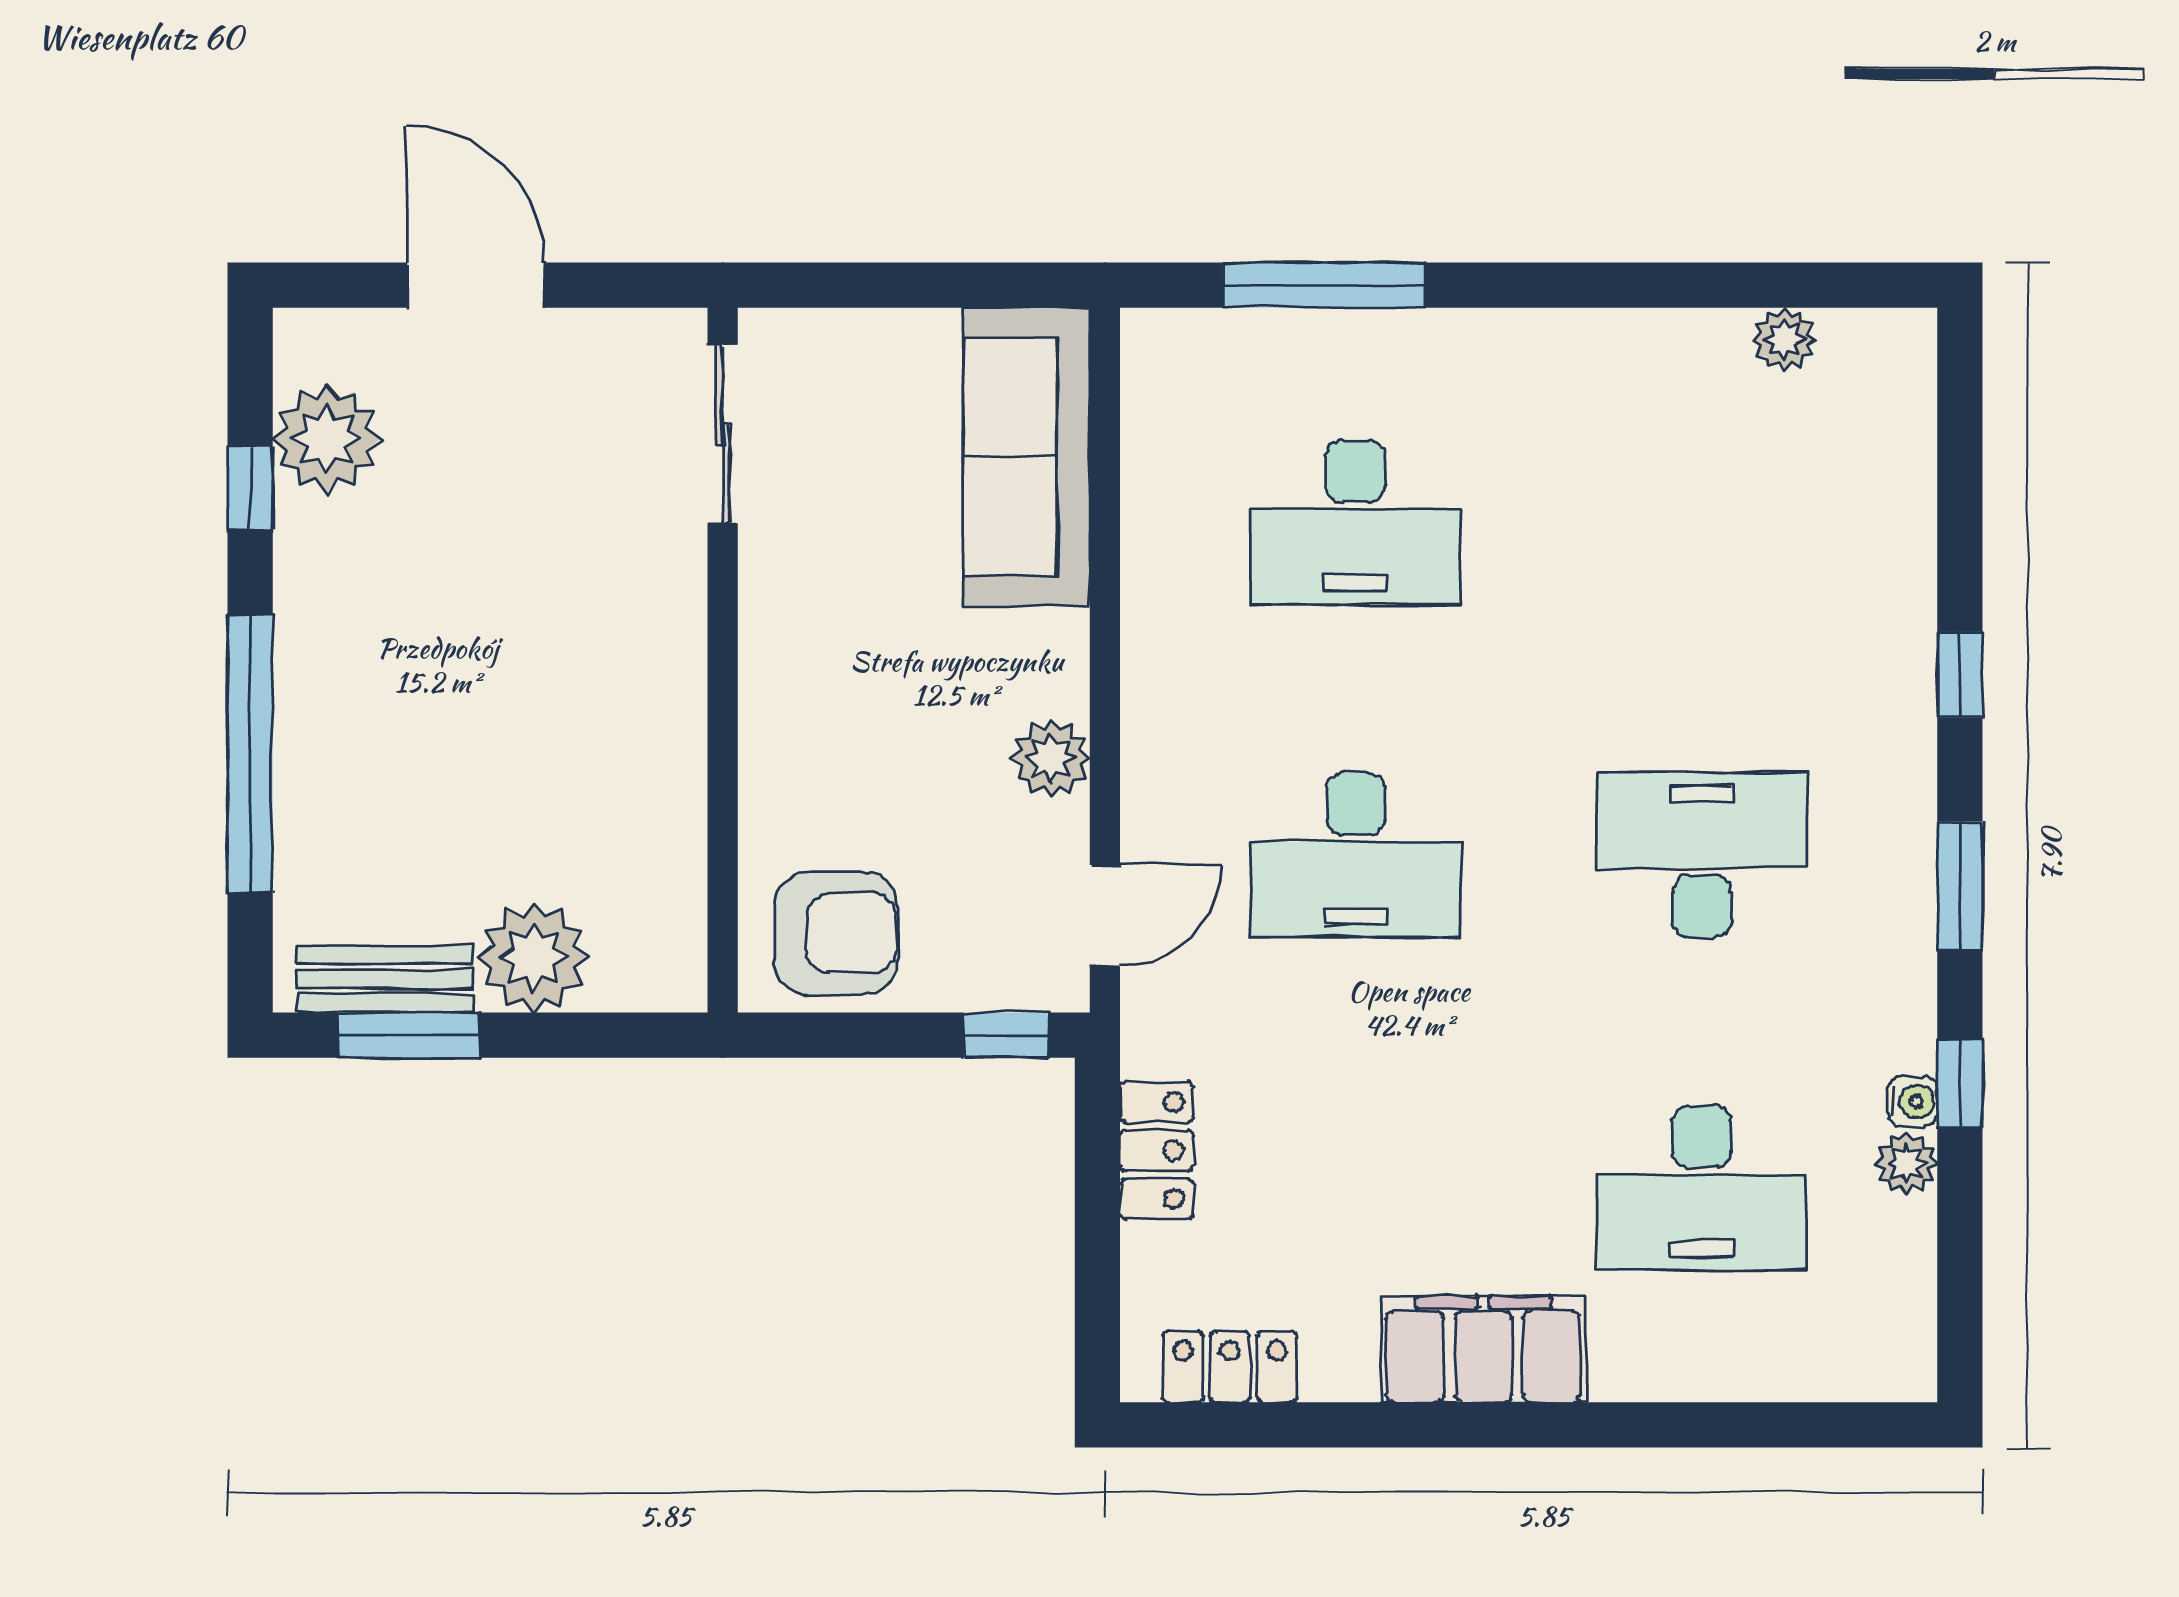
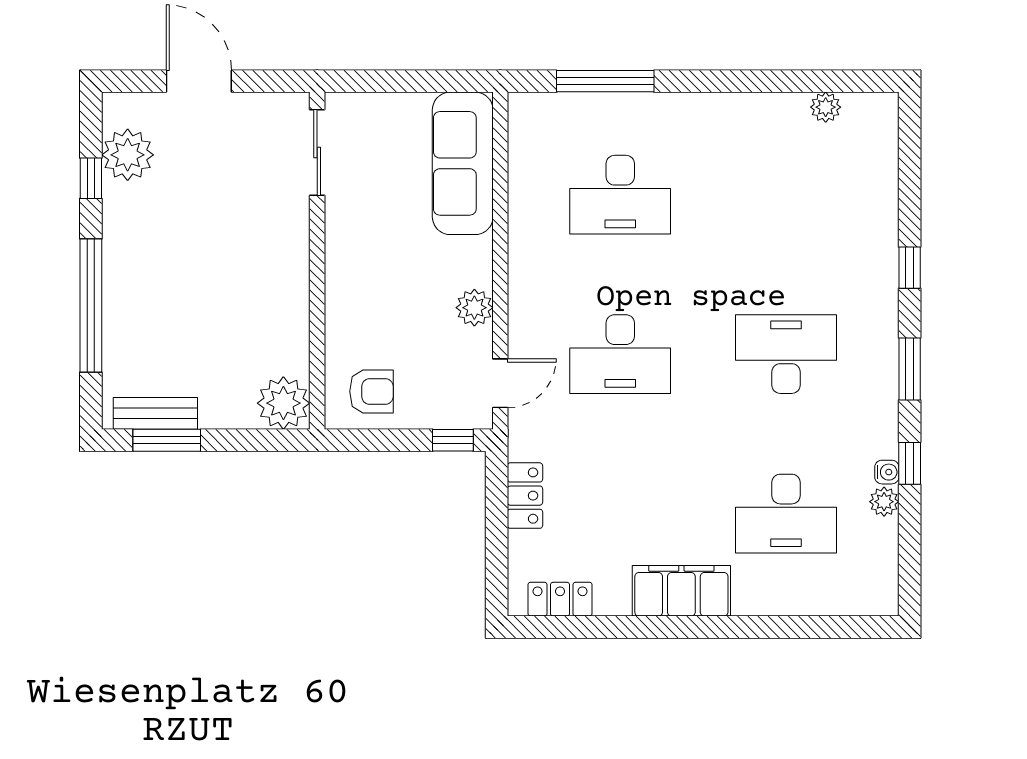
armchair: (836, 933) -> (371, 391), width x0.72, depth x0.72
plant: (534, 957) -> (283, 403), moved

